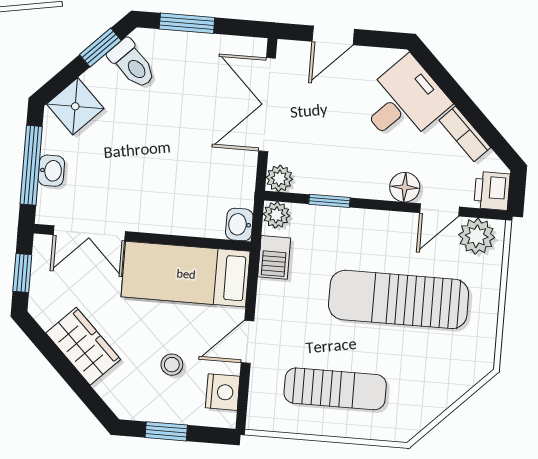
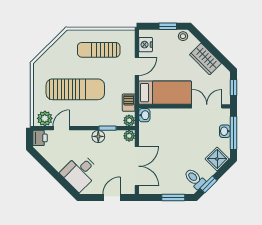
bookcase: (465, 134) -> (53, 161), removed
floor lamp: (405, 187) -> (98, 136), moved
stool: (172, 365) -> (183, 36), moved

